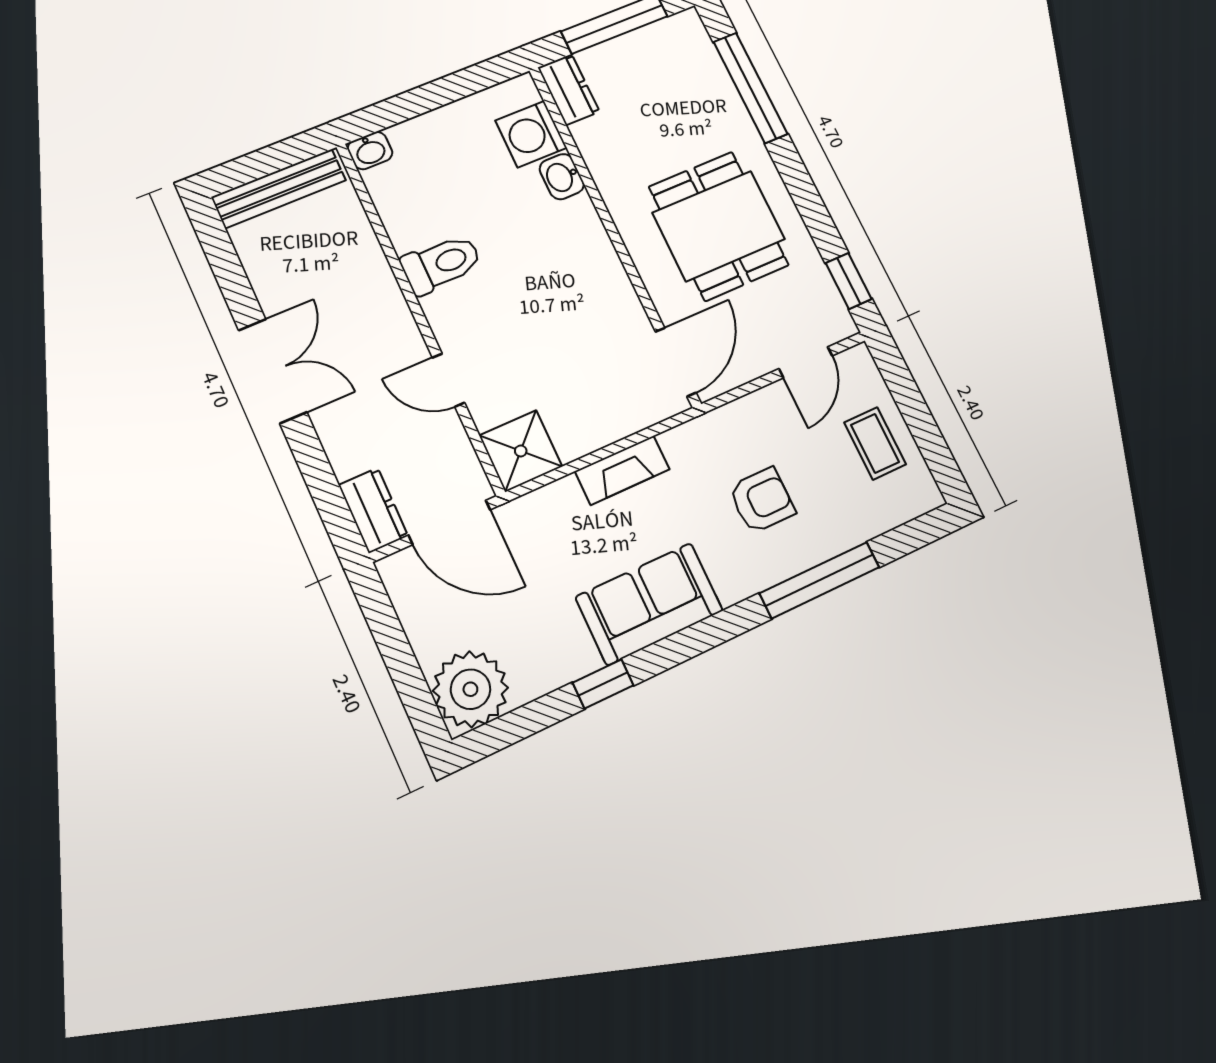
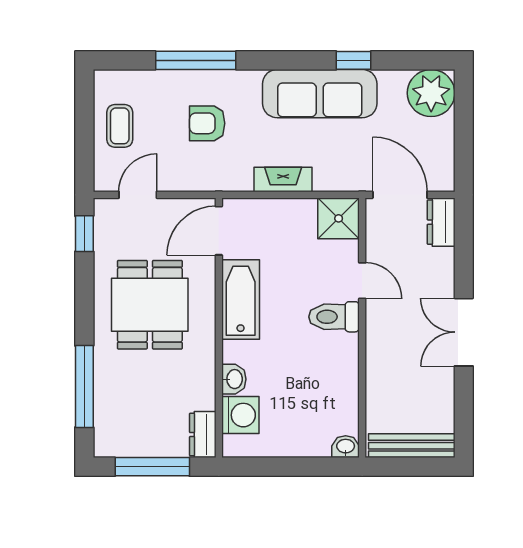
toilet: (441, 264) -> (334, 317), moved
bathtub: (603, 284) -> (241, 299), added
sofa: (649, 604) -> (320, 94), width x1.36

